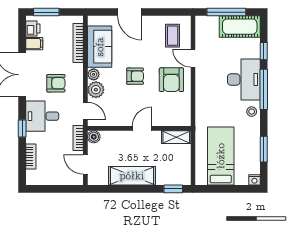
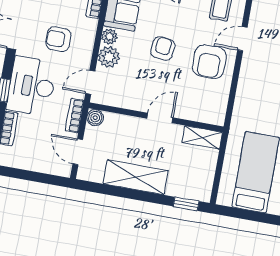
door: (193, 58) -> (242, 39), hinge flipped
armchair: (135, 76) -> (163, 49), turned -83
armchair: (56, 83) -> (58, 39), turned 180
door: (85, 111) -> (90, 82), swing flipped
desk: (42, 116) -> (32, 86), width x1.37

